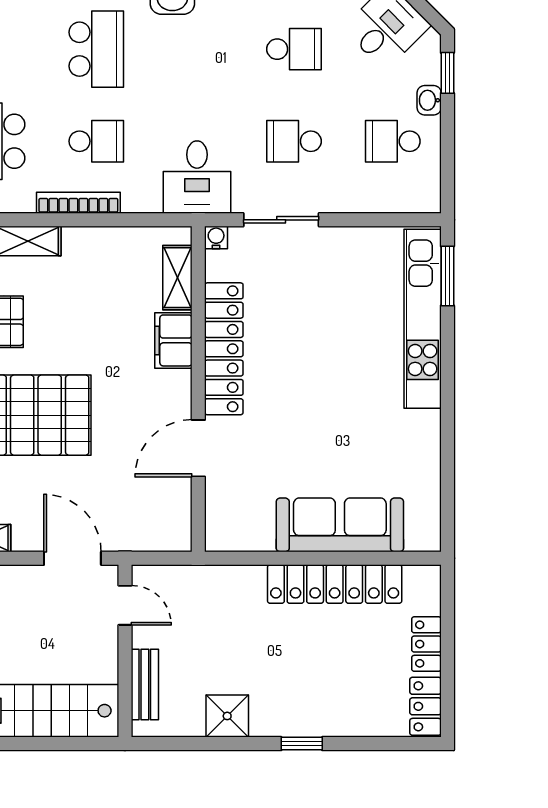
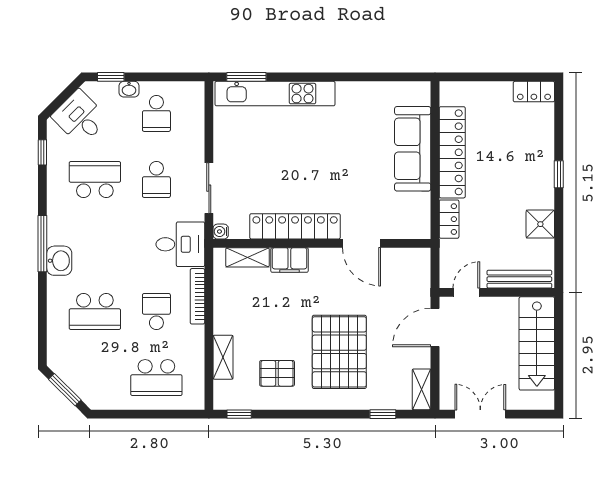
school desk: (96, 49) -> (95, 312), turned 180
school desk: (294, 49) -> (95, 179), width x1.85
bookcase: (78, 203) -> (197, 296), moved
locker: (426, 644) -> (449, 219), moved, turned -90
bench: (145, 685) -> (519, 279), width x1.36

